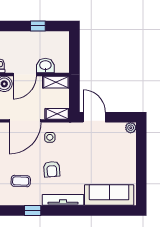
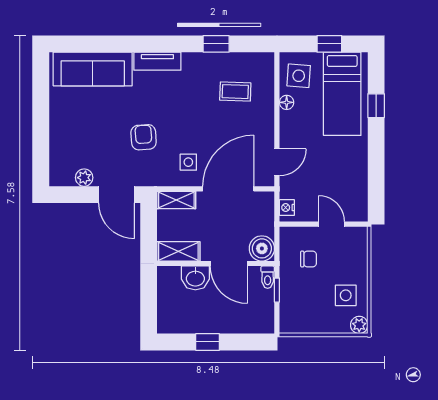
door: (25, 75) -> (229, 263), swing flipped
plant: (131, 128) -> (84, 178), moved
armchair: (52, 169) -> (144, 137), moved
tv unit: (63, 200) -> (157, 61), width x0.71

